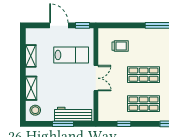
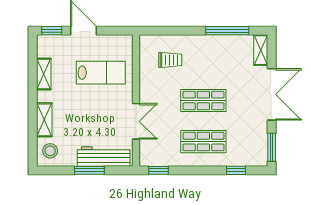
window: (83, 25) -> (52, 31), moved
double door: (96, 78) -> (136, 121), moved
window: (124, 124) -> (158, 170), moved

